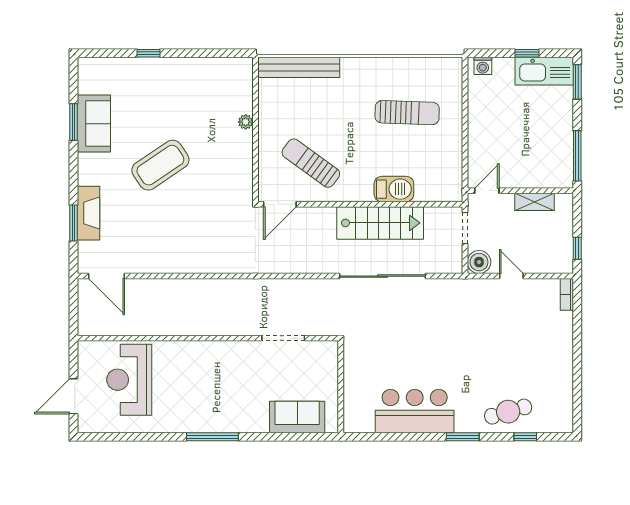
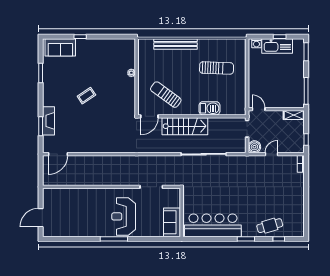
bench: (299, 67) -> (176, 44), moved
kitchen sink: (544, 71) -> (277, 46), moved
sofa: (94, 124) -> (60, 47), moved, turned 90
coffee table: (160, 165) -> (86, 96), width x0.54, depth x0.58
door: (487, 191) -> (259, 109), hinge flipped
shelving: (535, 202) -> (294, 115), moved
stairs: (380, 223) -> (185, 126), moved
door: (106, 276) -> (58, 154), hinge flipped
door: (511, 276) -> (271, 154), hinge flipped
reception desk: (129, 380) -> (124, 216), moved
bar counter: (415, 411) -> (213, 225), width x1.36
sofa: (297, 417) -> (172, 222), moved, turned -90

